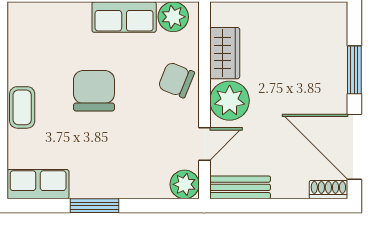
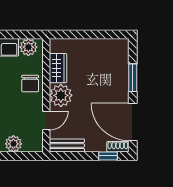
chair: (176, 80) -> (30, 84), turned -112
plant: (185, 184) -> (13, 144), moved
window: (311, 206) -> (108, 156), added

